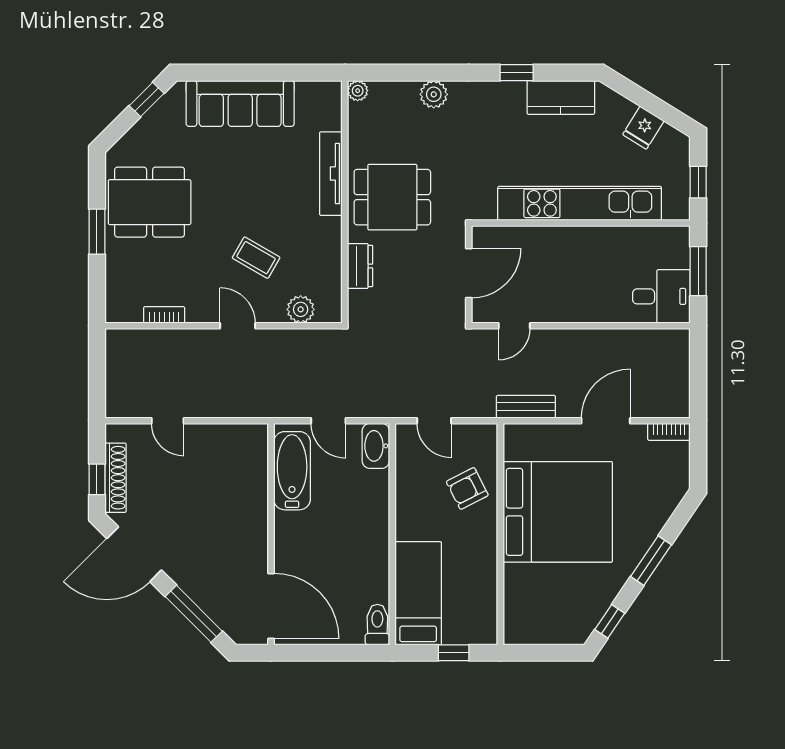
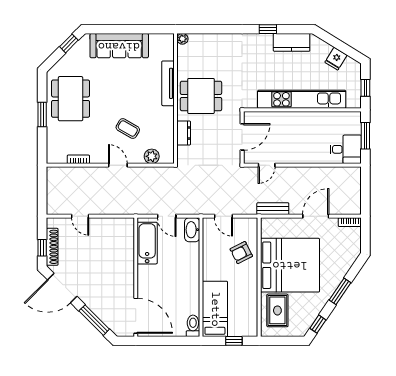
plant: (434, 94) -> (223, 41), removed
dining table: (150, 202) -> (71, 99), turned 90
rug: (534, 596) -> (277, 310), added

